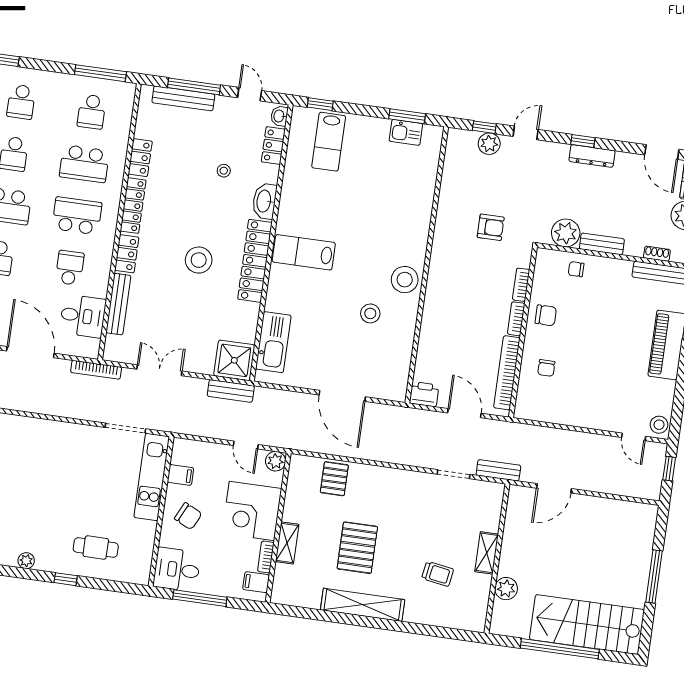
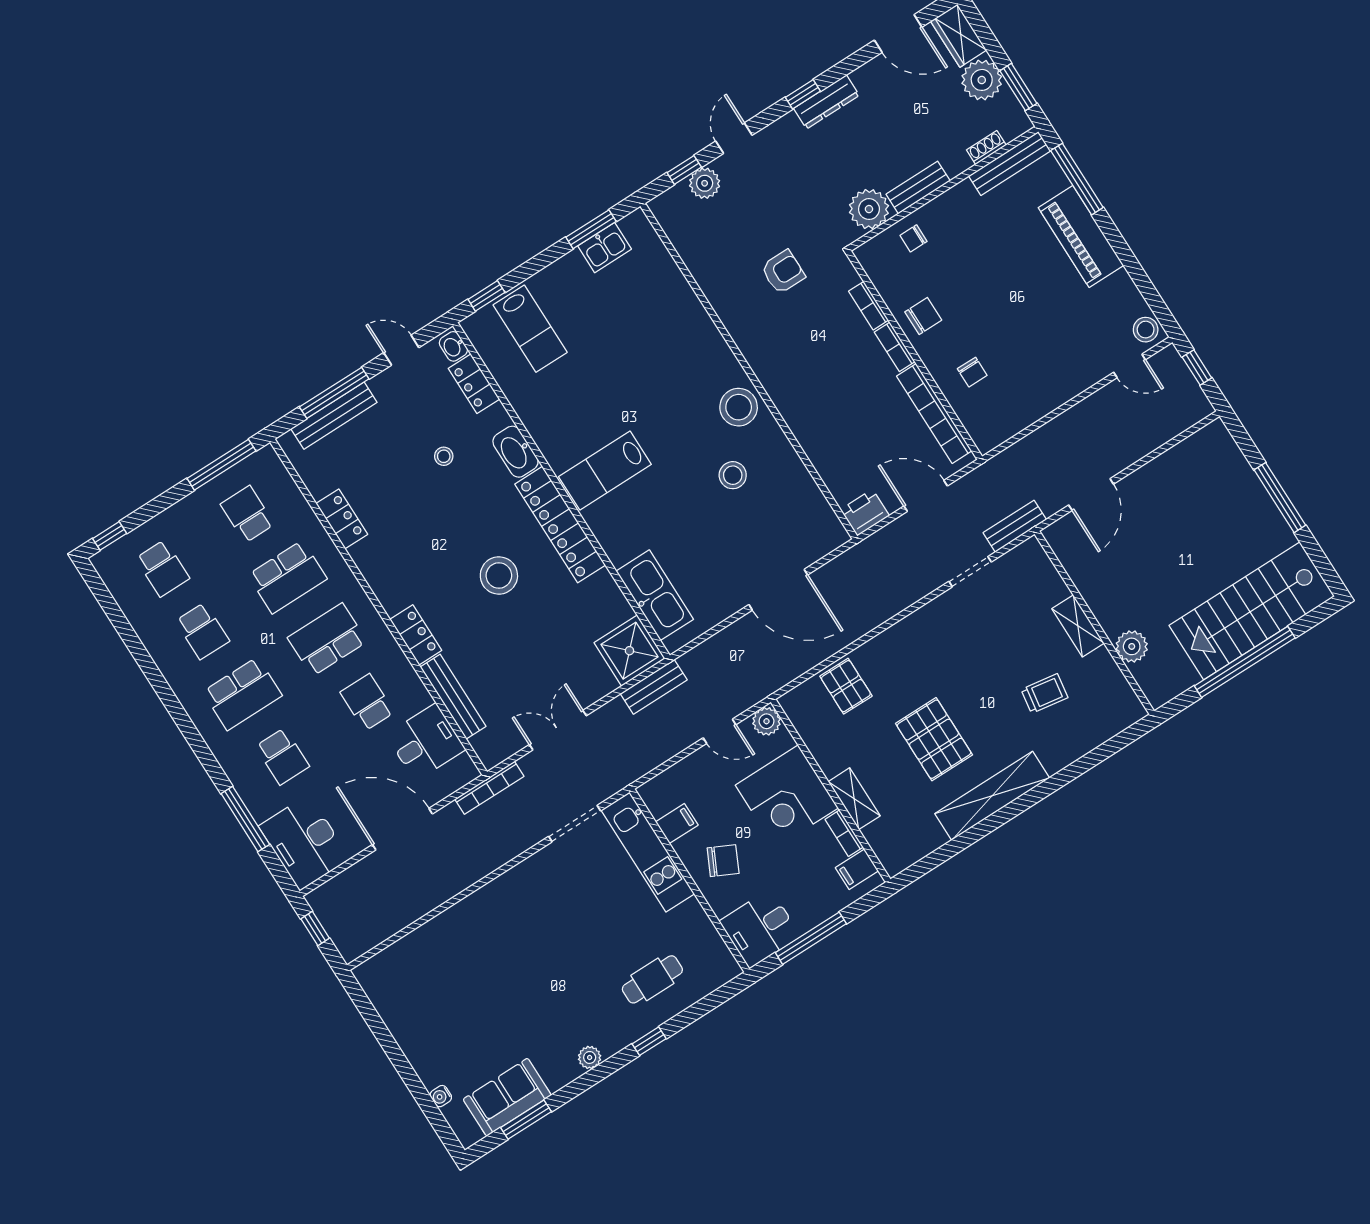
school desk: (92, 112) -> (247, 514), turned 180
locker: (133, 206) -> (378, 577), removed

